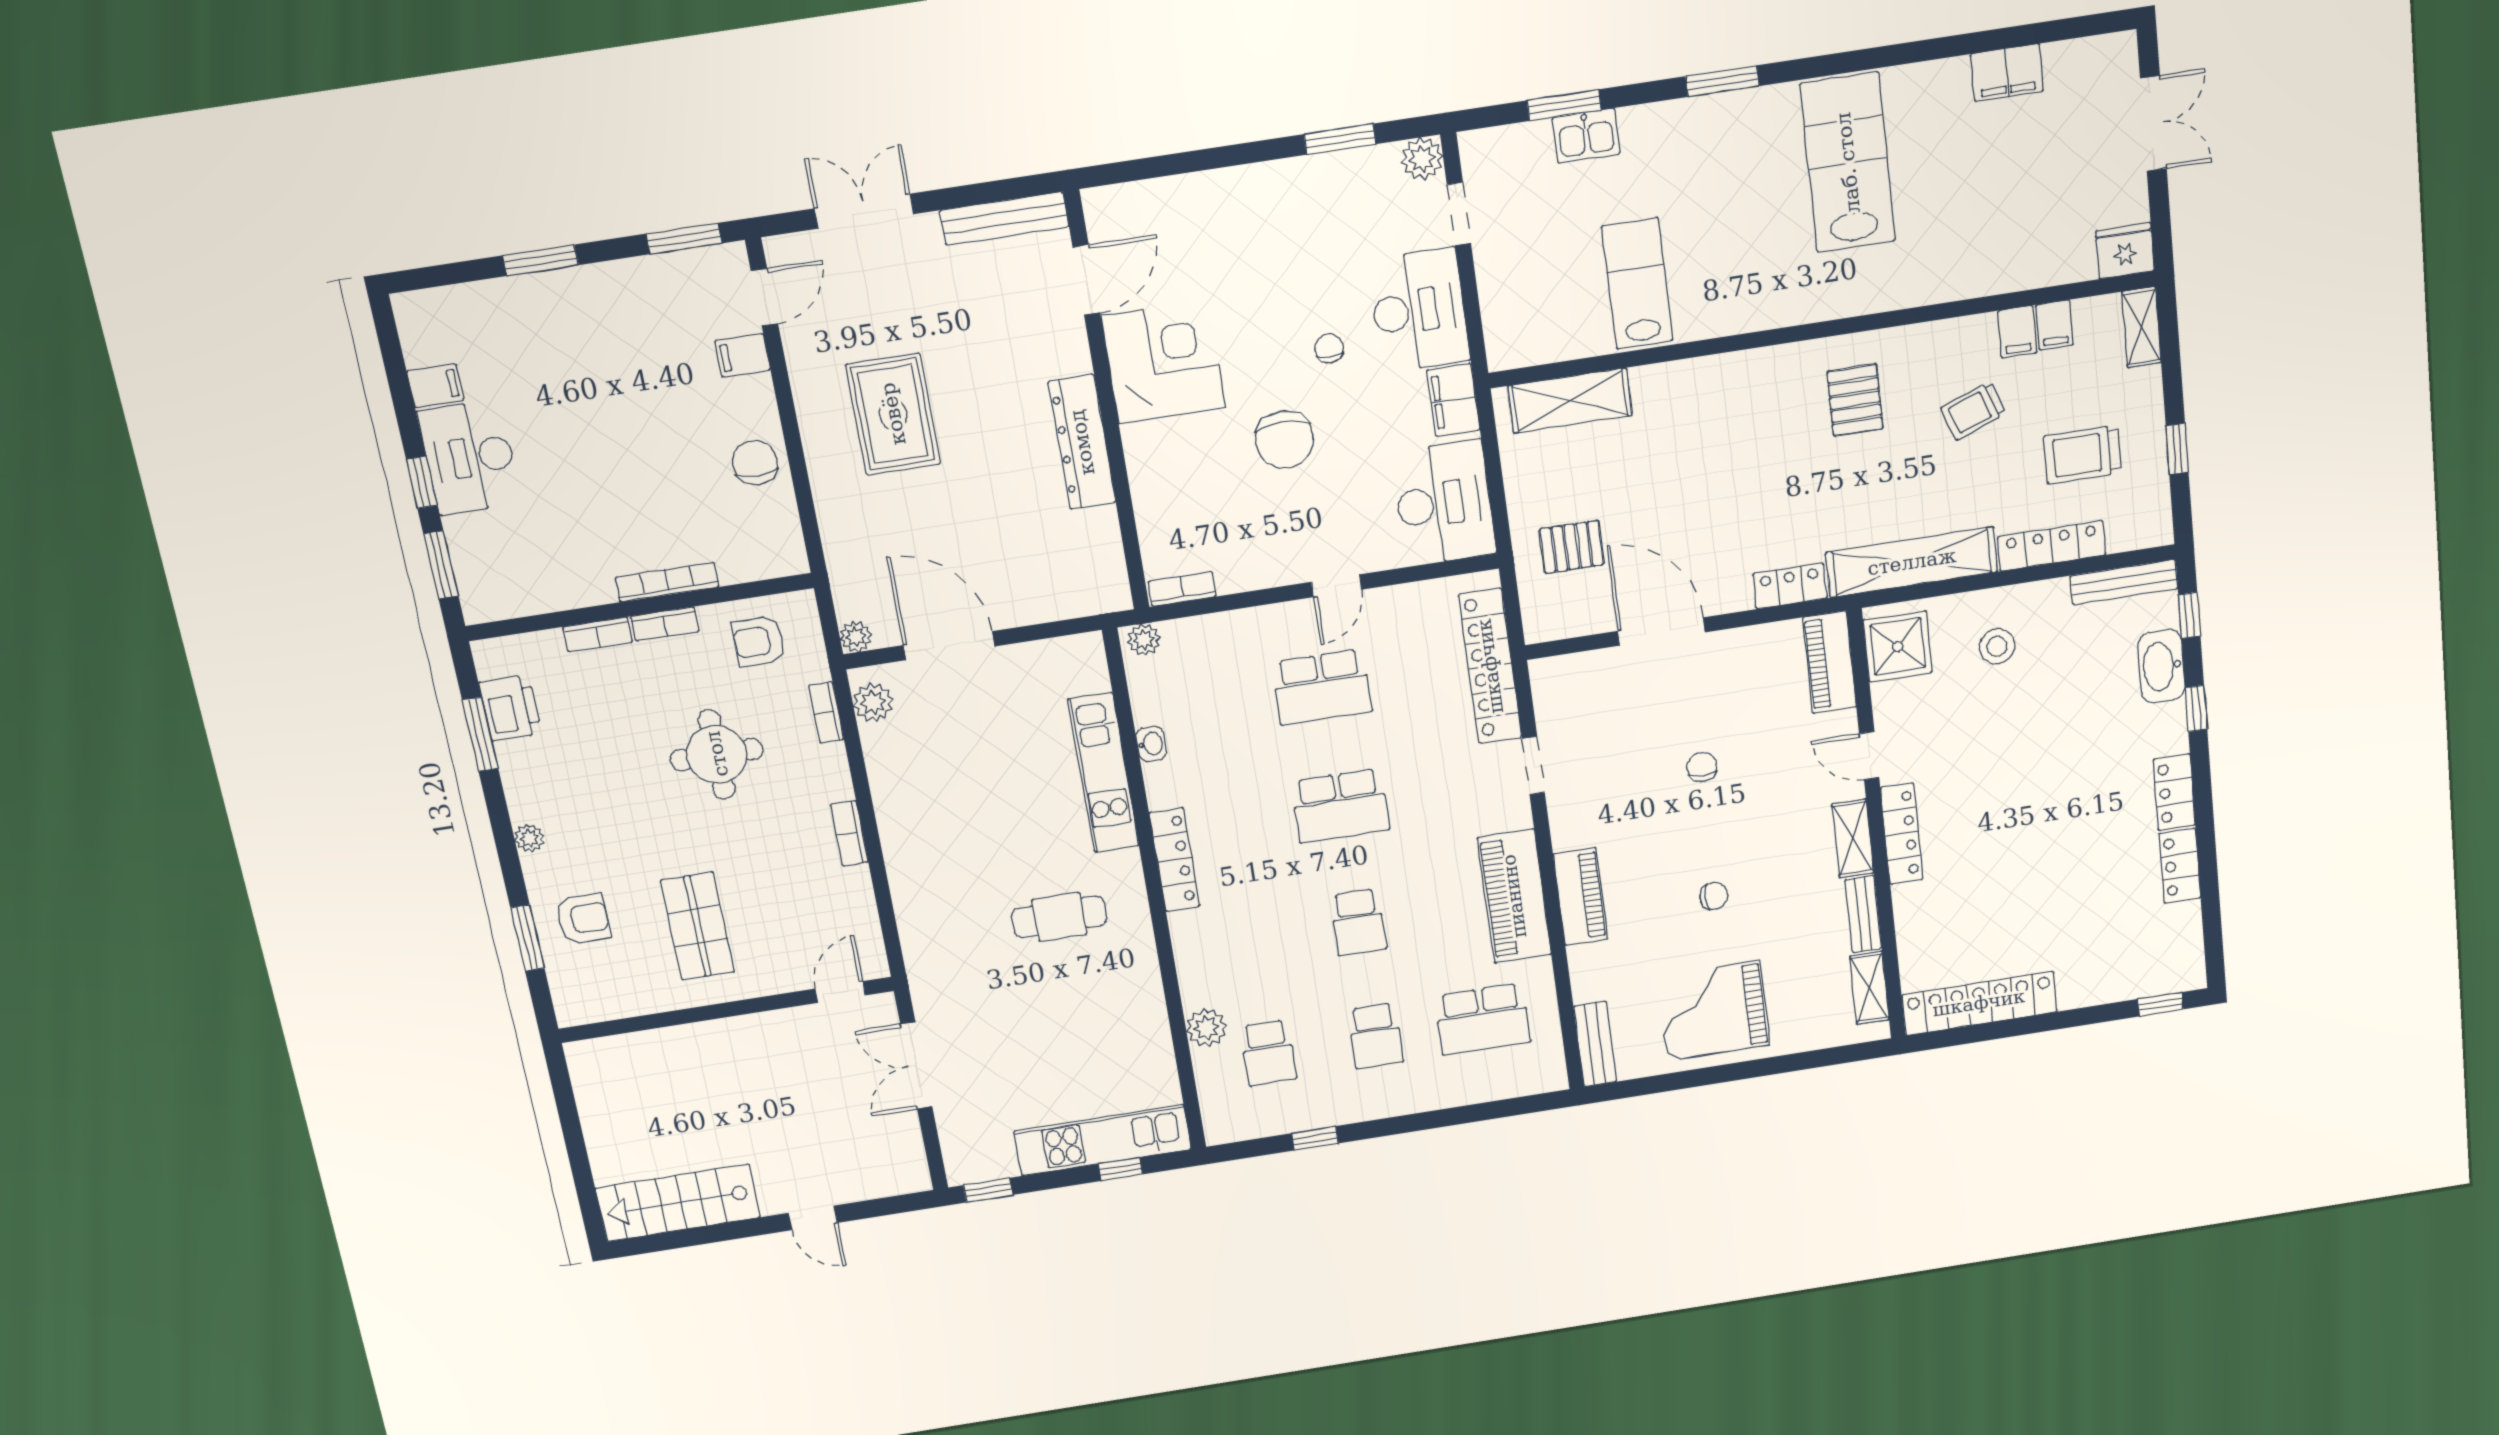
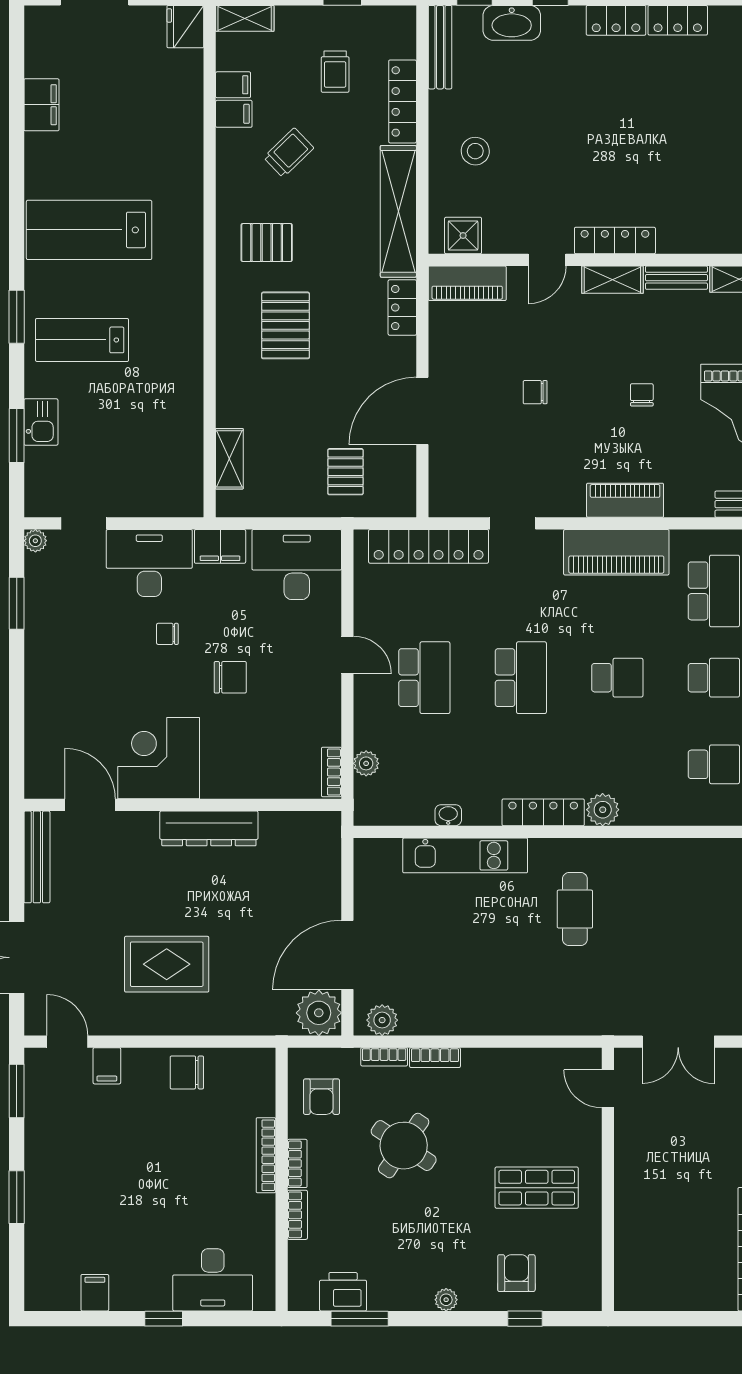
plant: (1422, 159) -> (35, 541), width x0.73, depth x0.73
lab bench: (1637, 283) -> (82, 340), moved
shelving: (1570, 401) -> (229, 459), width x0.67, depth x0.75
trolley: (1973, 411) -> (289, 153), turned -114
chair: (1285, 440) -> (230, 677), width x0.73, depth x0.73
pallet: (1751, 441) -> (285, 325), added
trolley: (2082, 454) -> (335, 72), width x0.73, depth x0.72
desk: (469, 457) -> (213, 1280), moved
window: (441, 565) -> (227, 1319), removed
plant: (856, 637) -> (319, 1013), width x1.87, depth x1.87
plant: (1144, 640) -> (366, 763), moved
shower: (1898, 646) -> (463, 236), width x0.73, depth x0.73
round table: (717, 754) -> (404, 1146), turned 34
bookcase: (849, 833) -> (435, 1058), moved
window: (527, 938) -> (525, 1319), width x0.67
plant: (1206, 1028) -> (603, 810), moved

